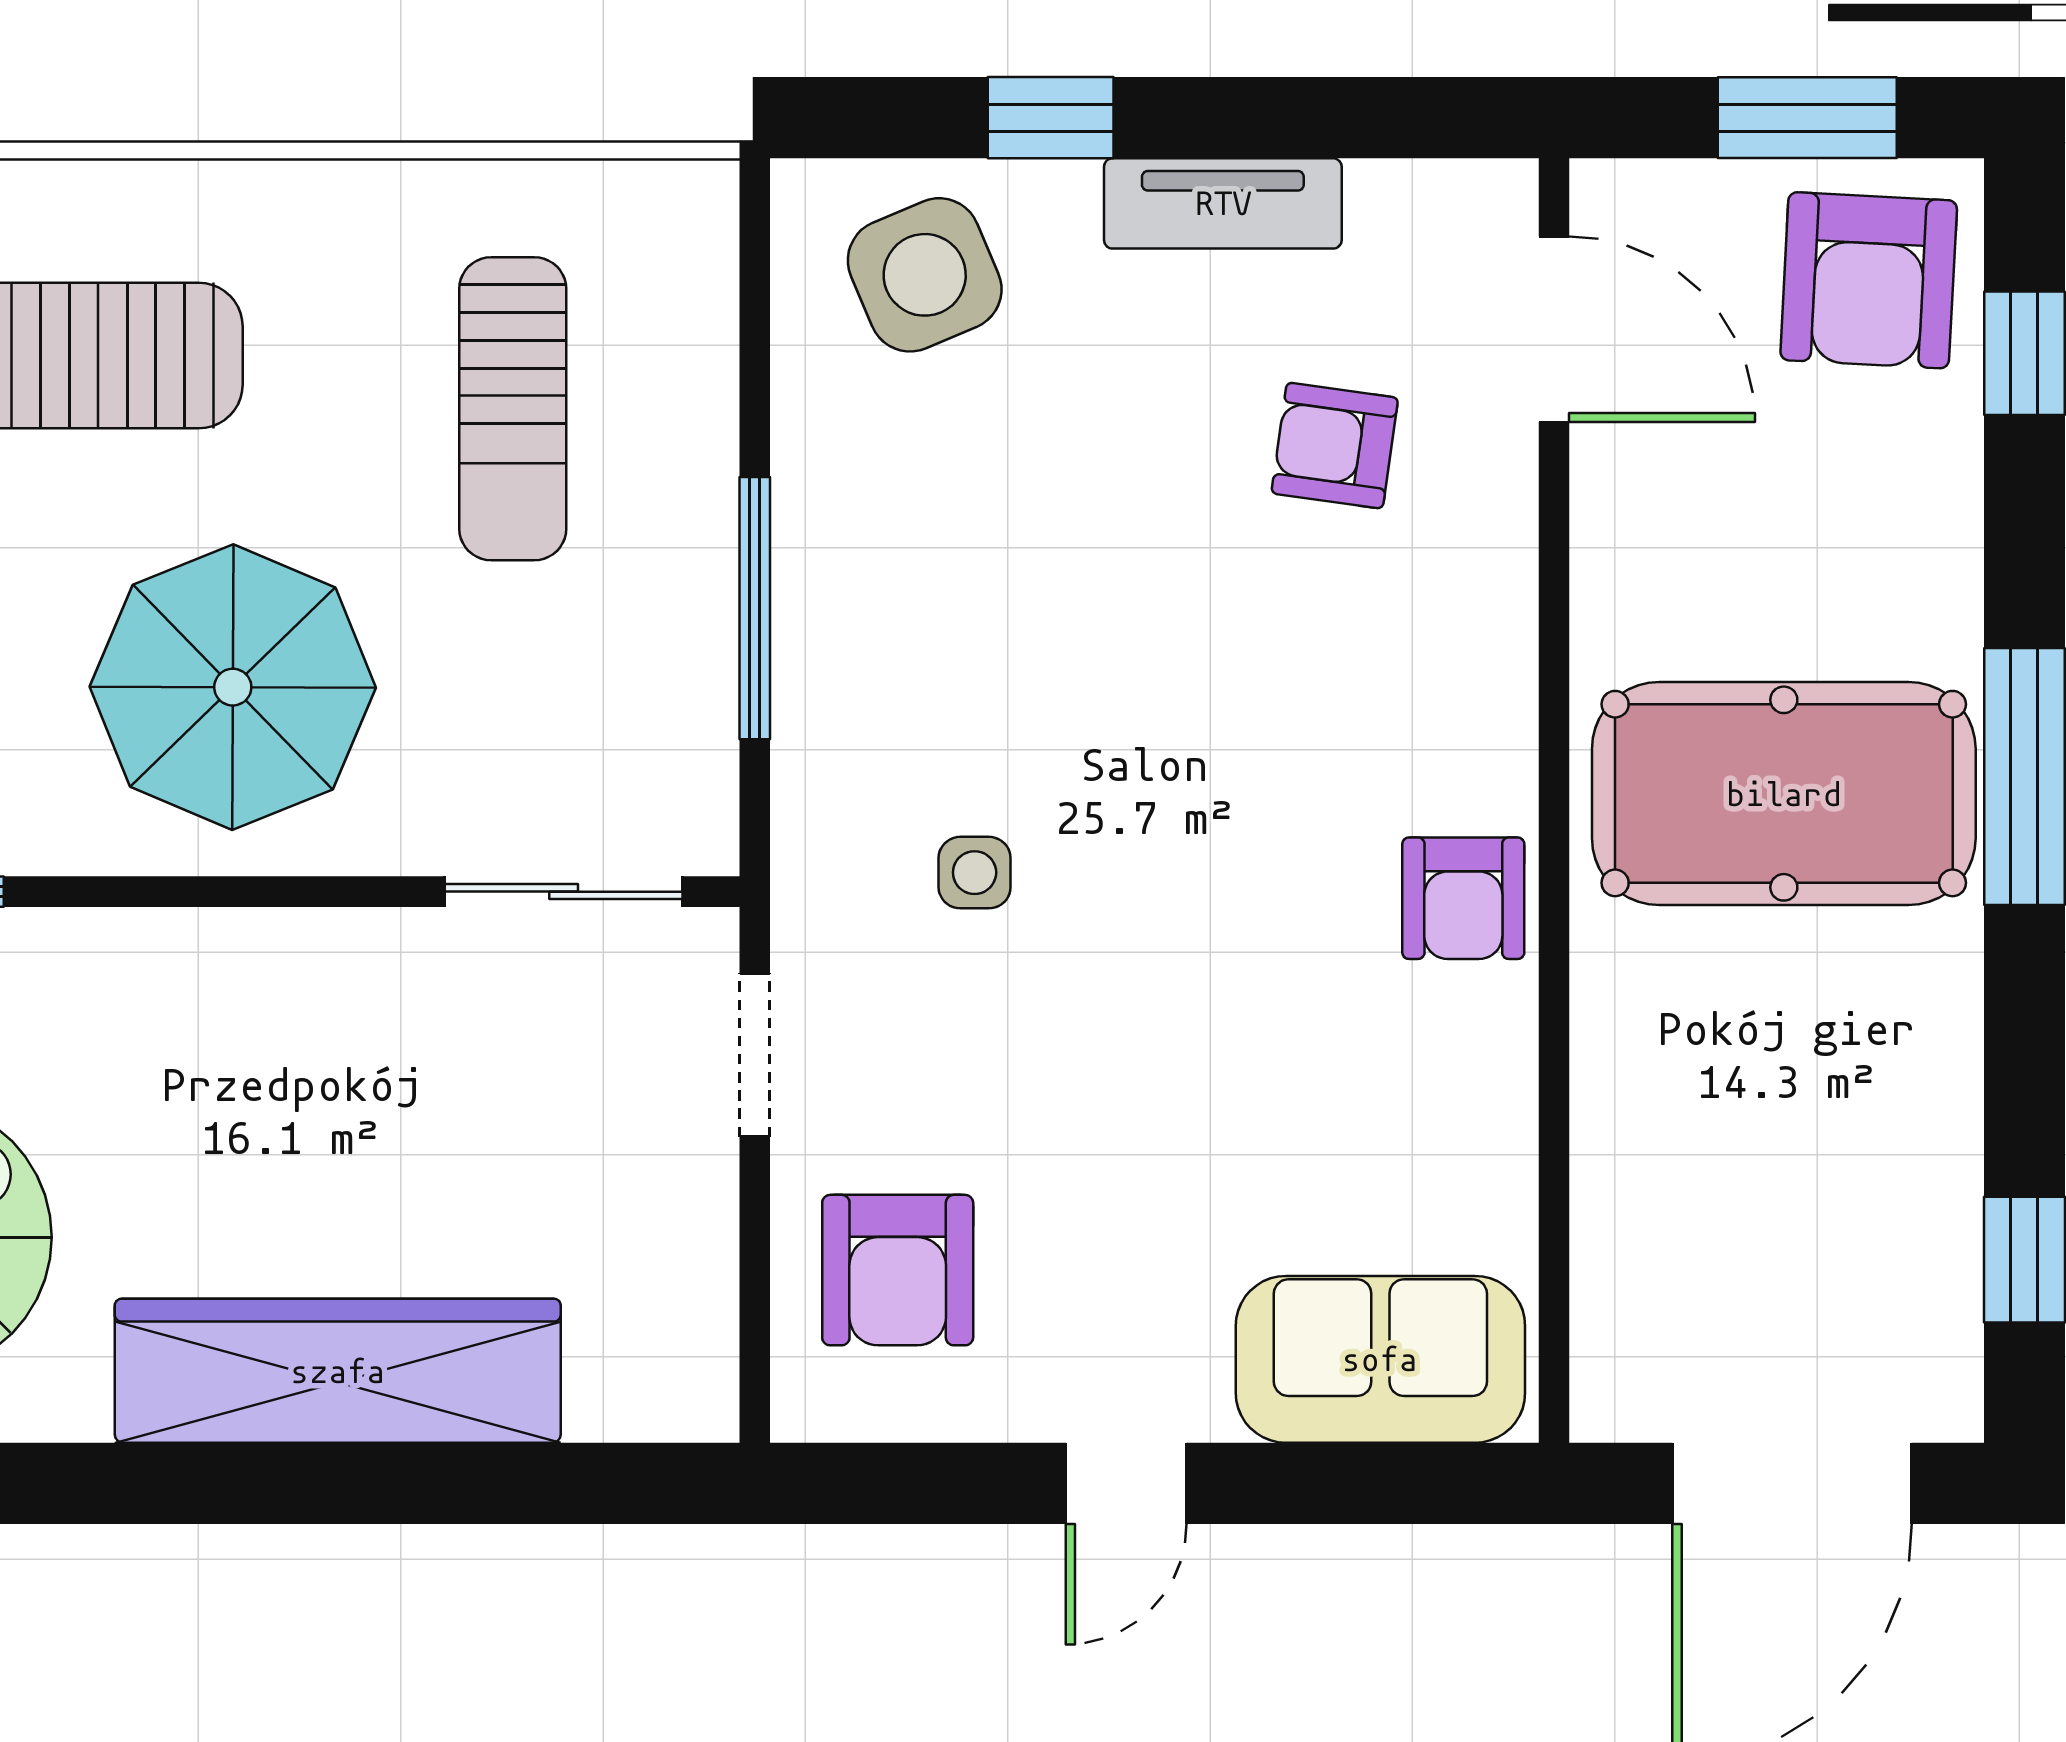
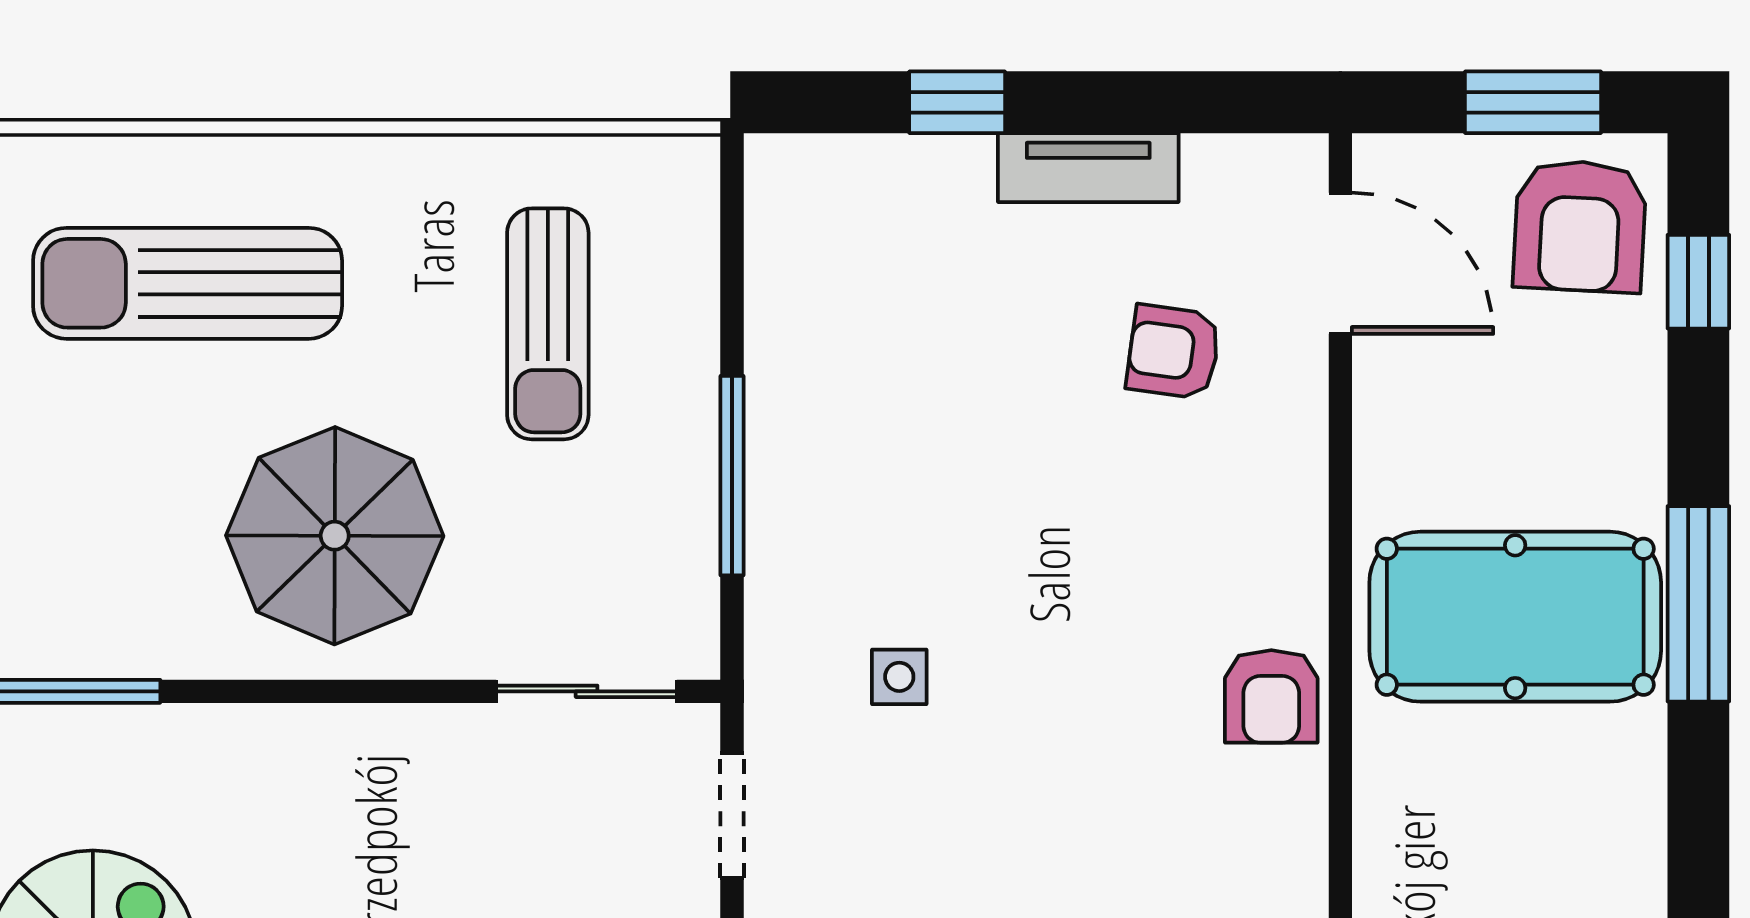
side table: (925, 275) -> (861, 222), removed

